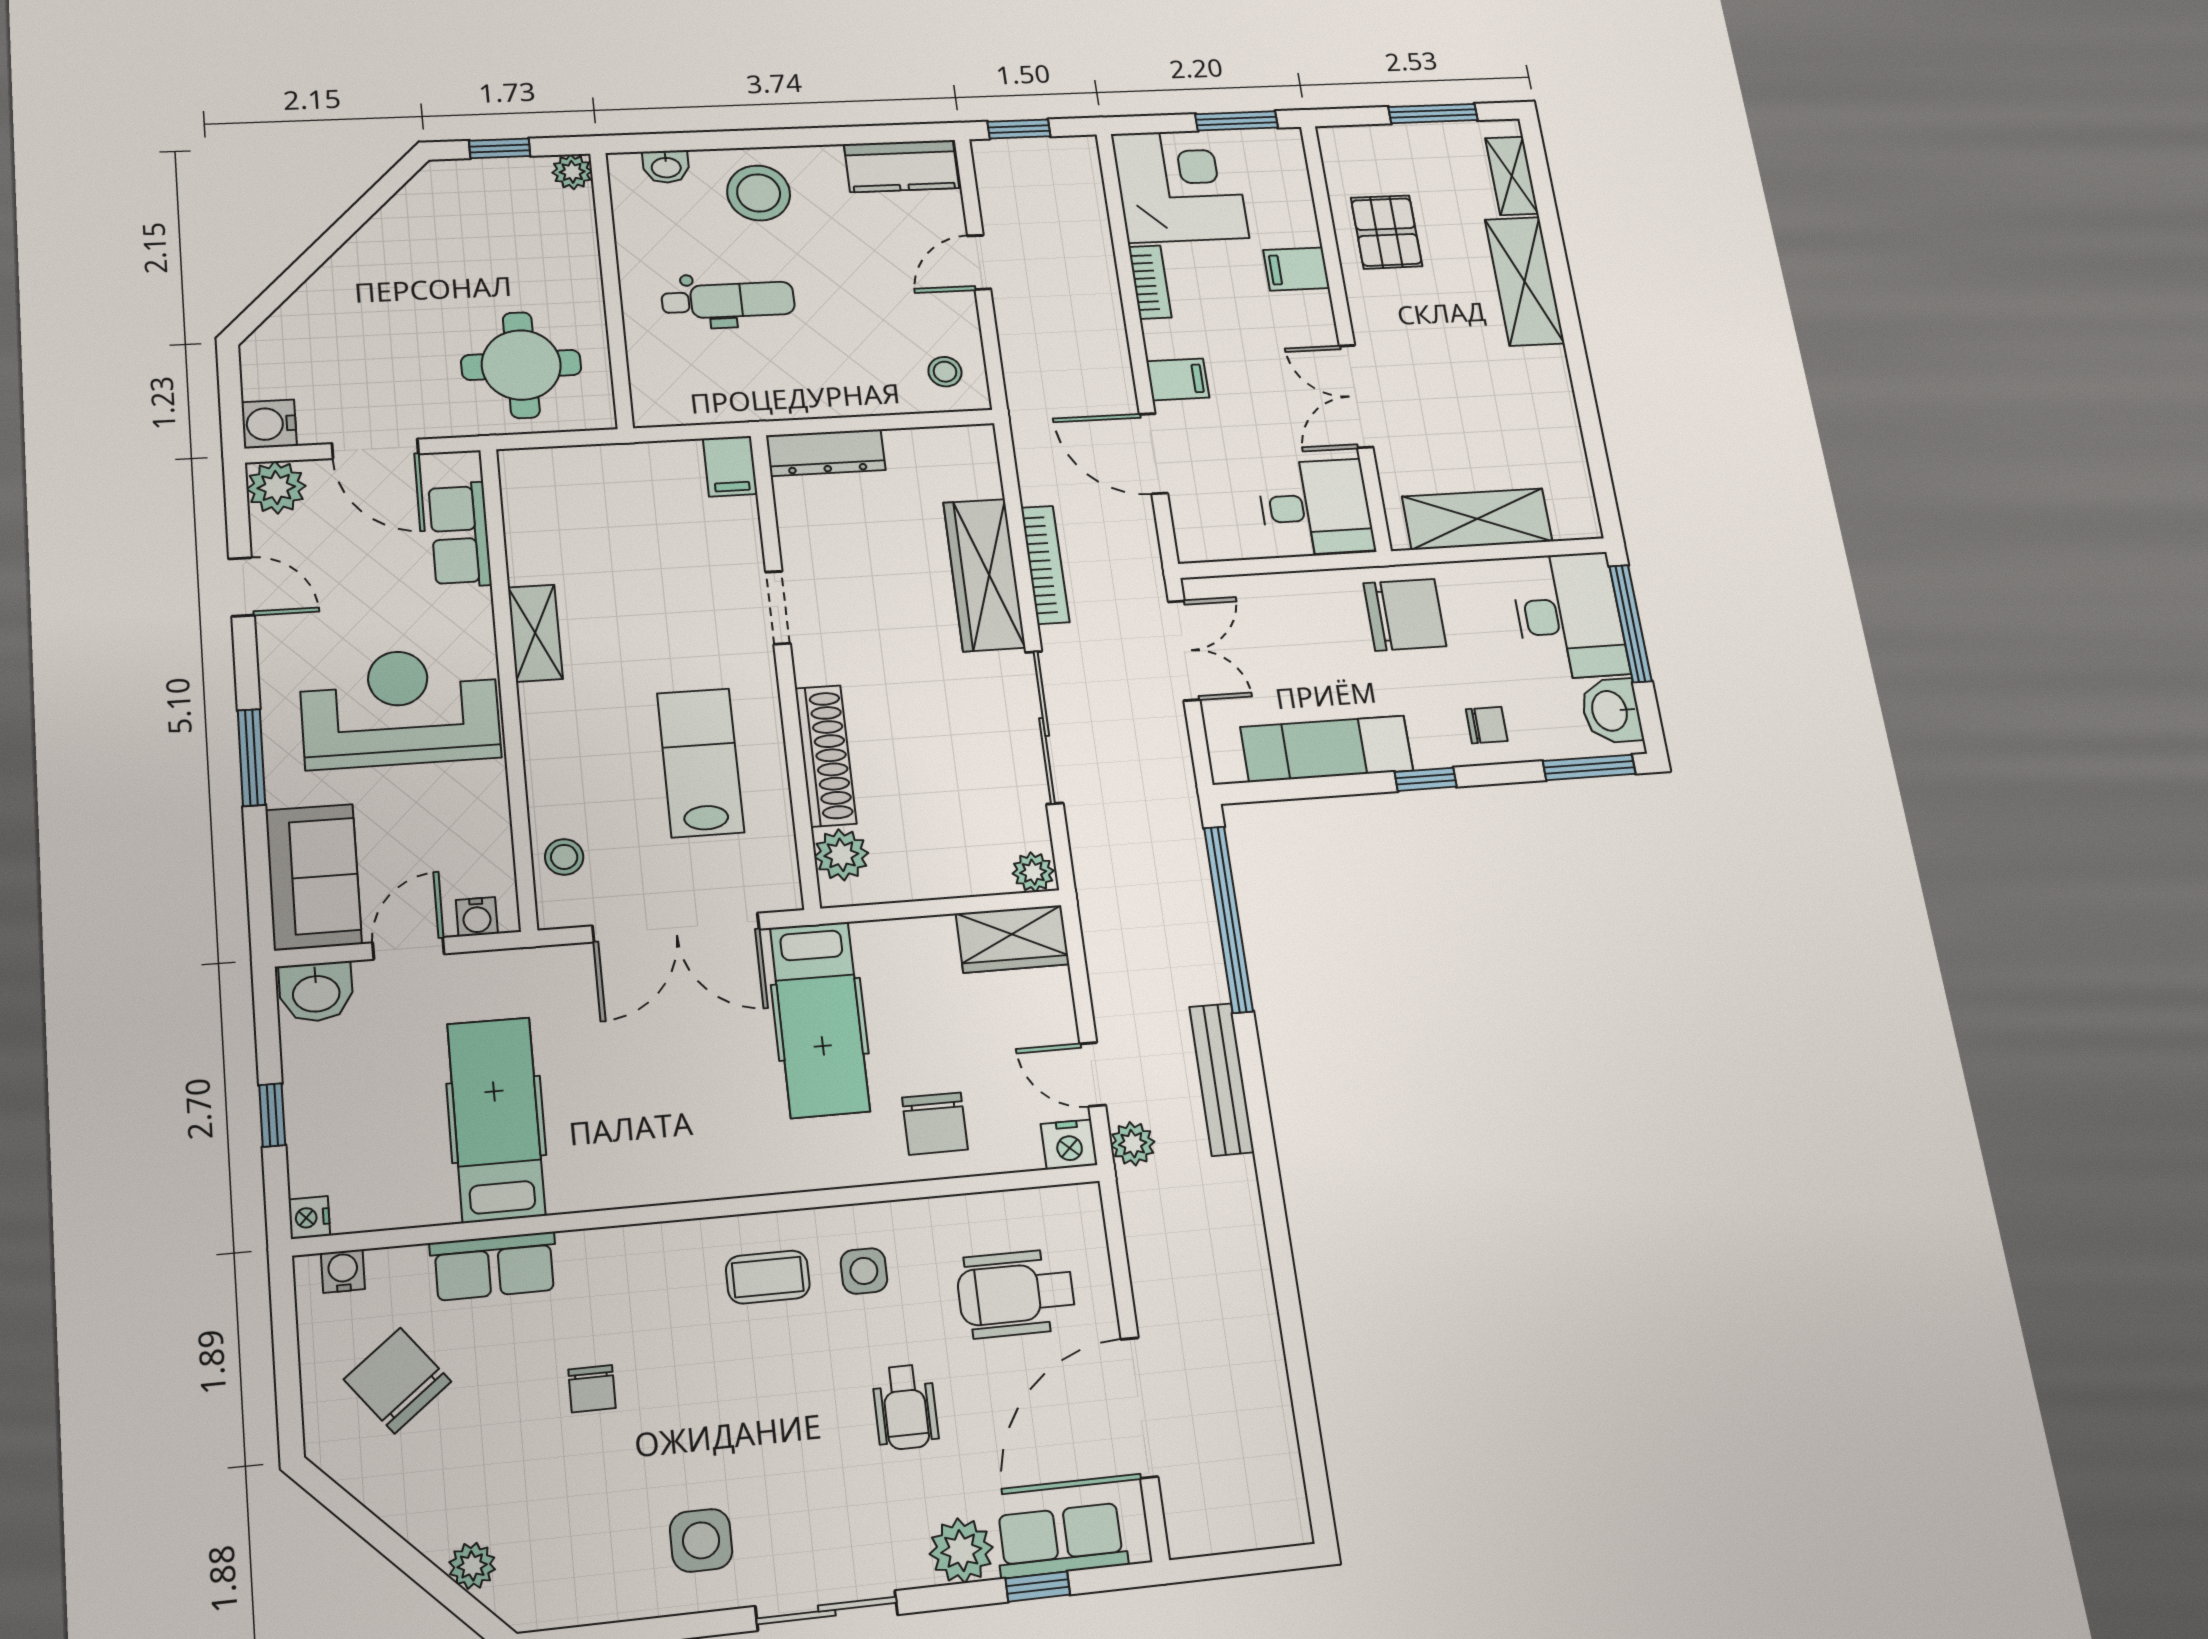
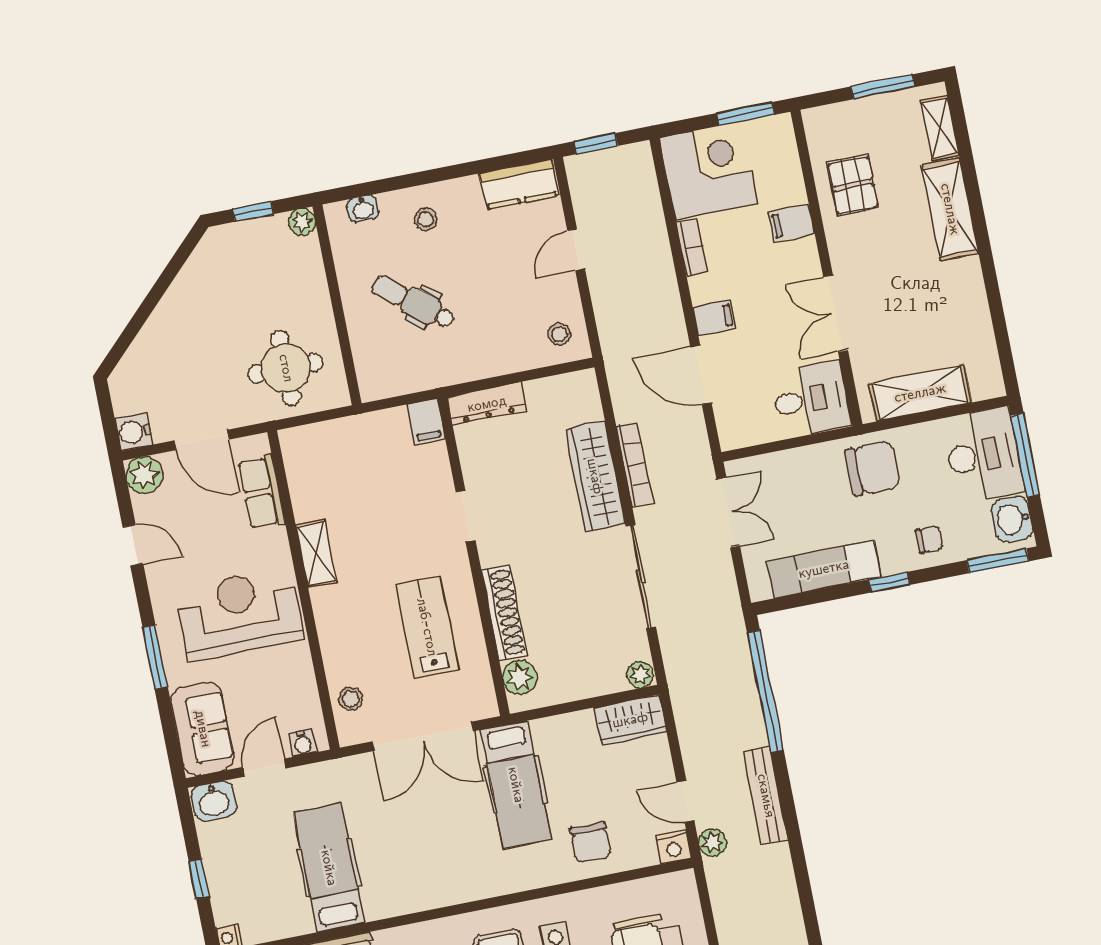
stool: (759, 193) -> (426, 219), width x0.53, depth x0.53
dental chair: (728, 300) -> (413, 302), turned -142

